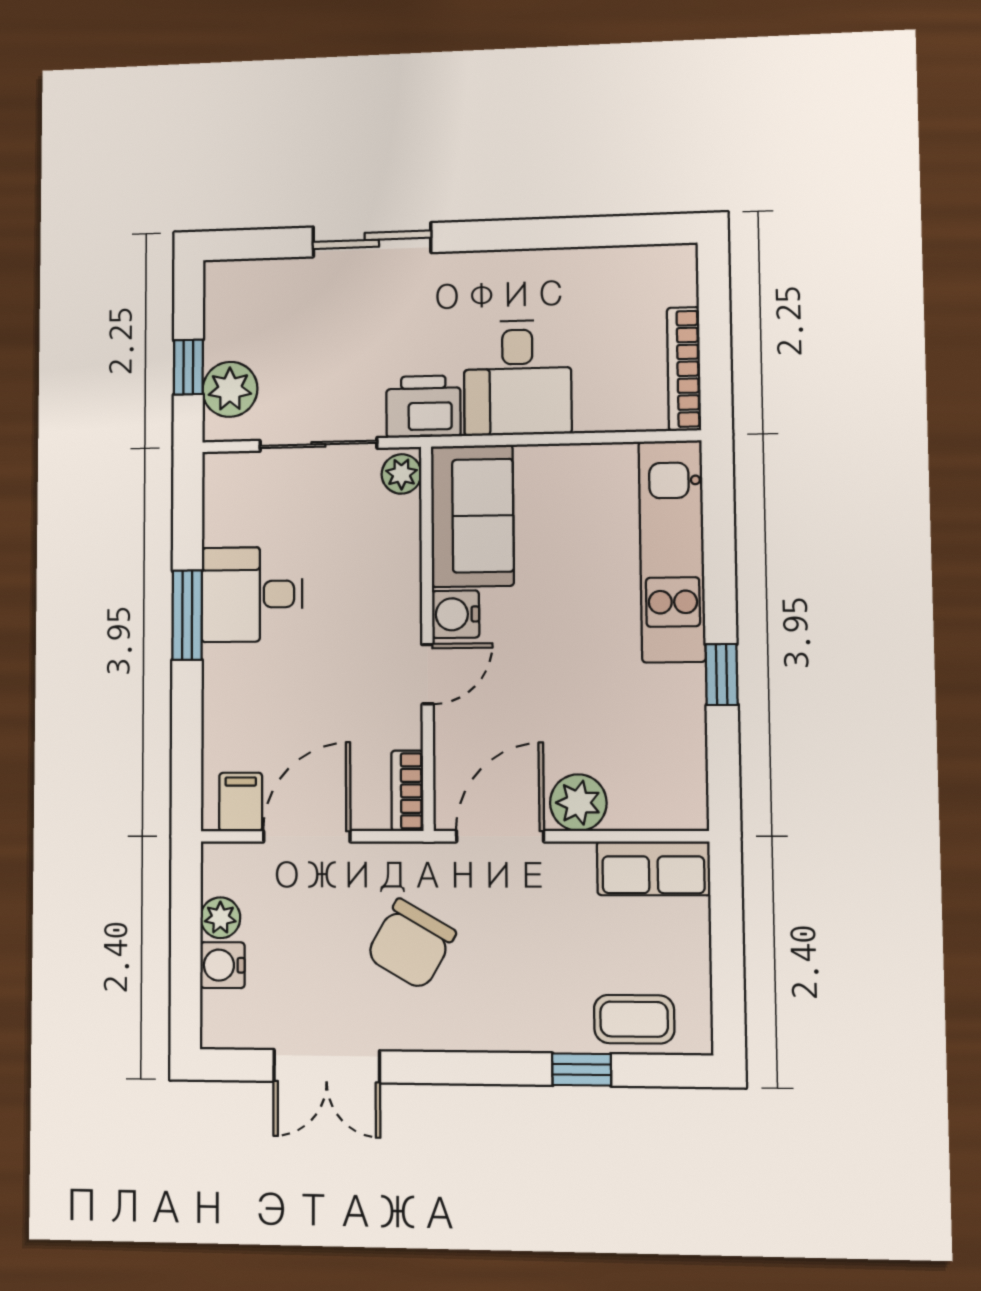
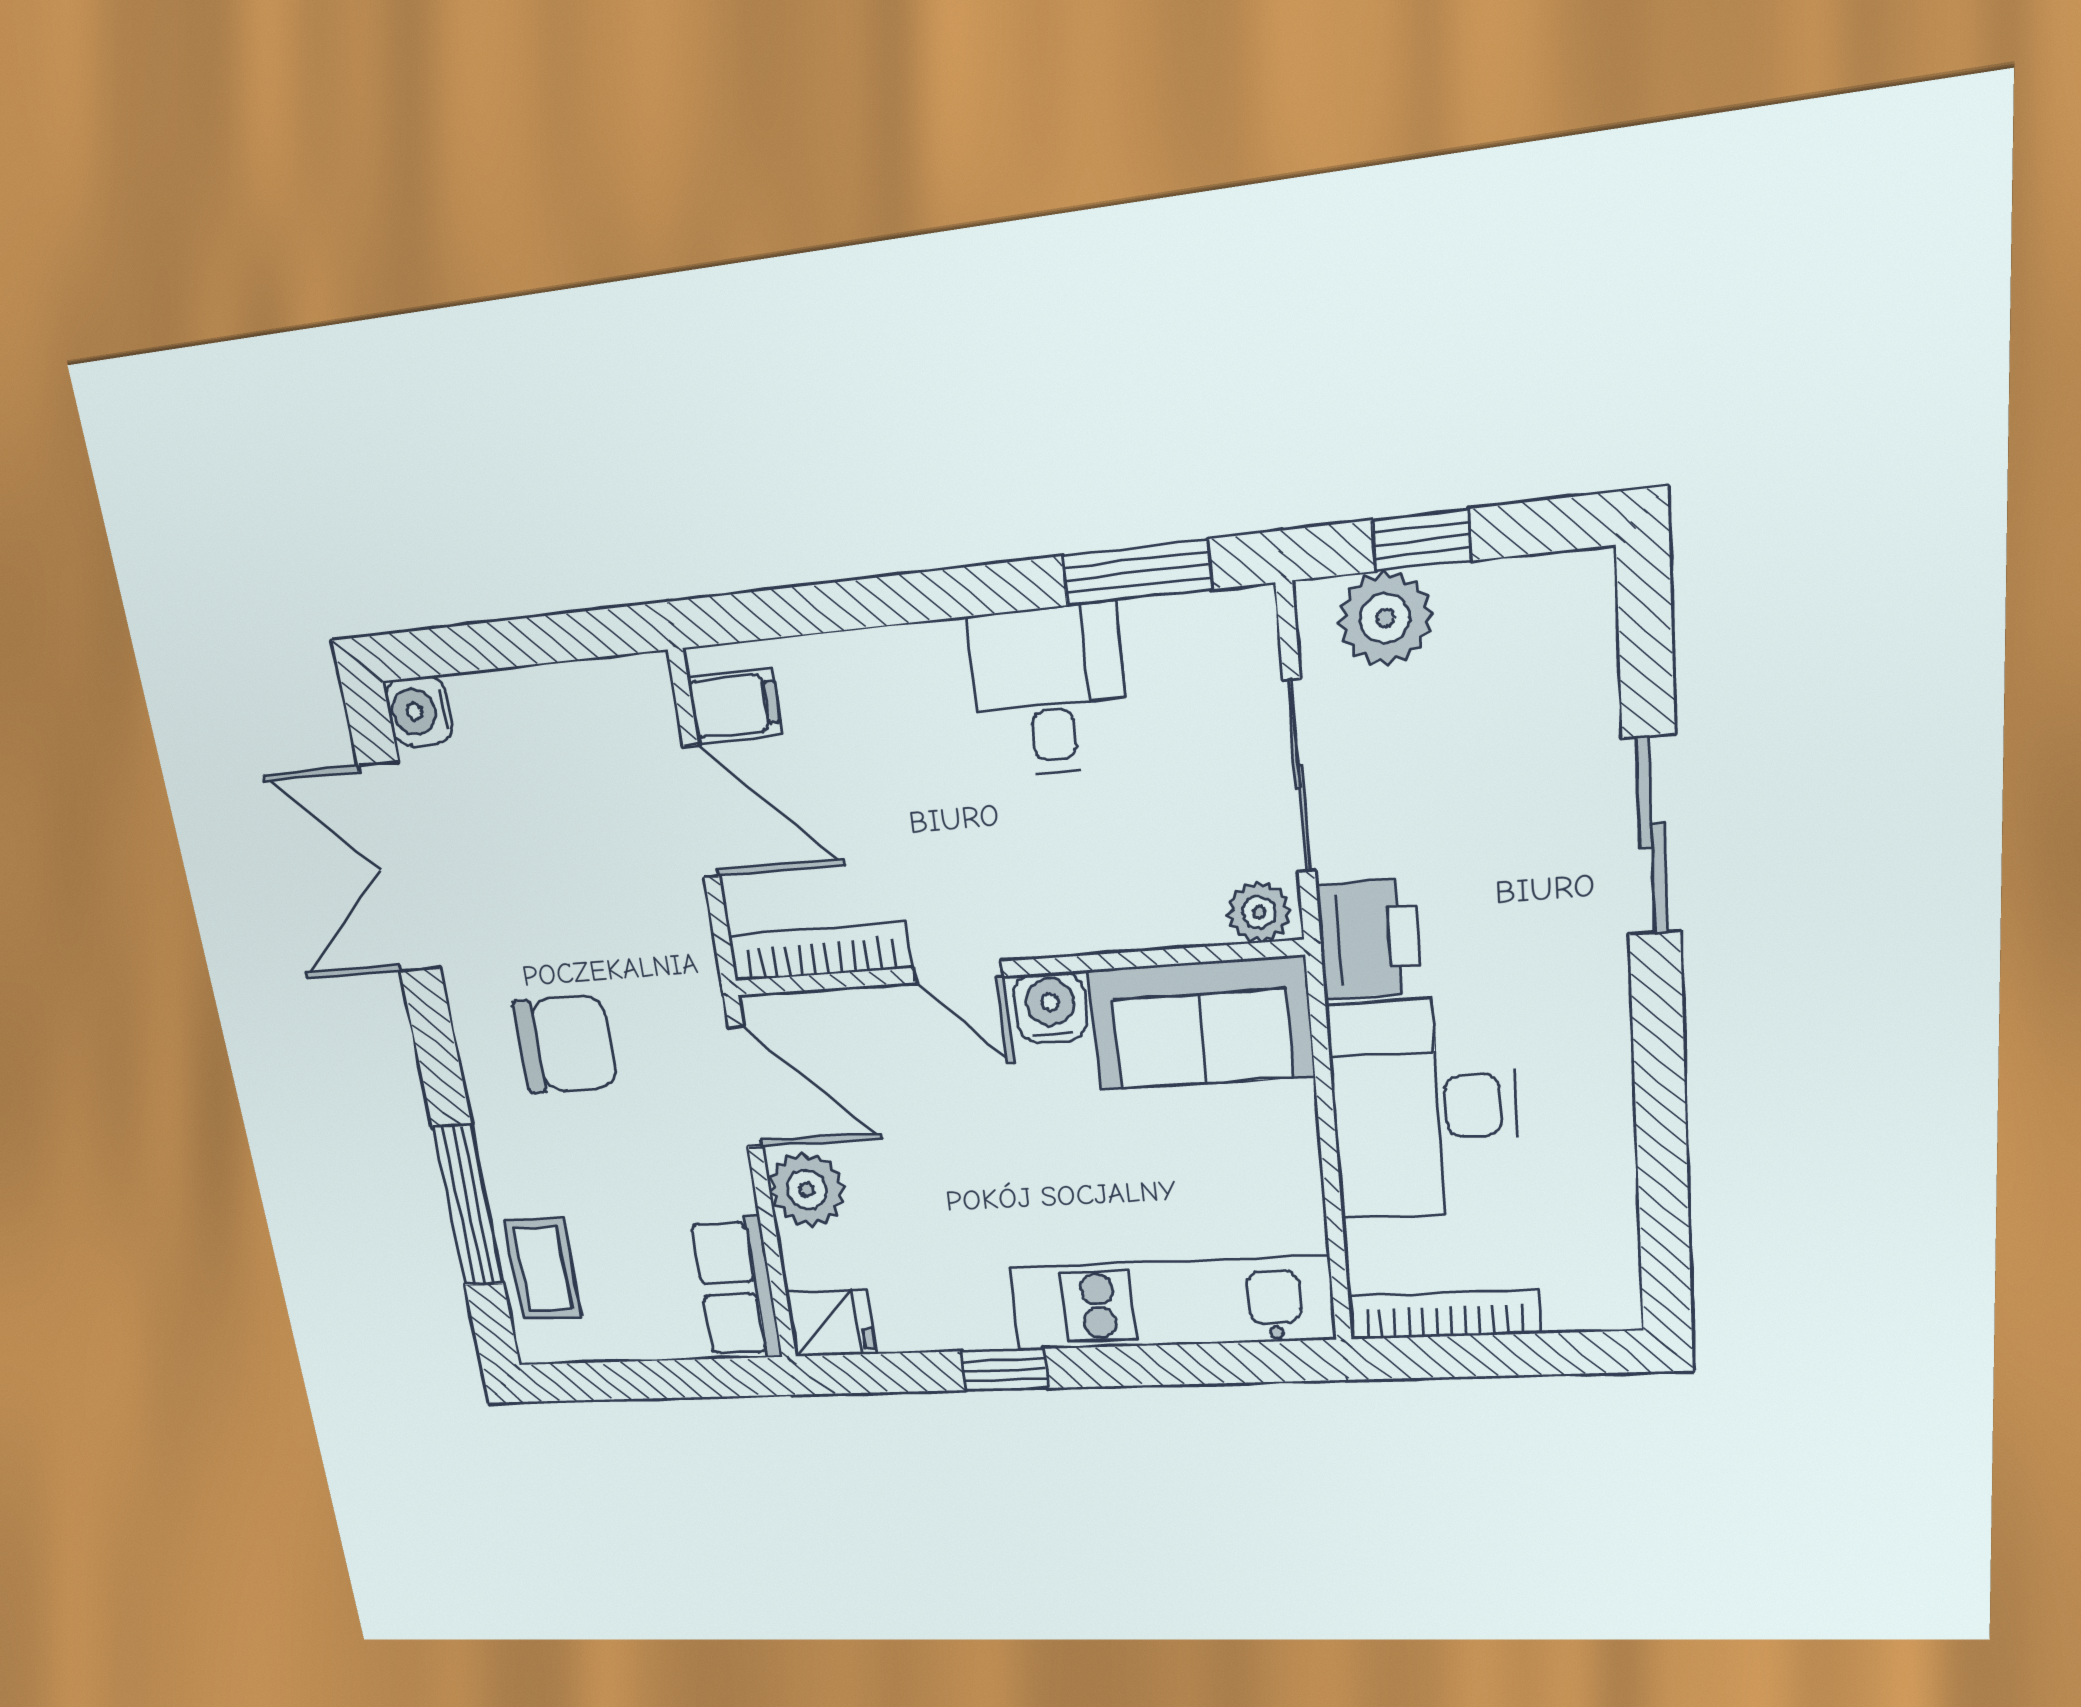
desk: (518, 378) -> (1424, 1108), width x1.37
window: (187, 615) -> (1137, 573), moved
bookcase: (407, 791) -> (819, 952), width x1.56
fridge: (683, 800) -> (831, 1323), added
plant: (220, 918) -> (566, 692), removed
chair: (411, 944) -> (565, 1044), moved, turned 150
water cooler: (222, 965) -> (419, 711), moved, turned -90
double door: (327, 1066) -> (399, 868), width x1.37
window: (582, 1070) -> (468, 1206), width x2.17

